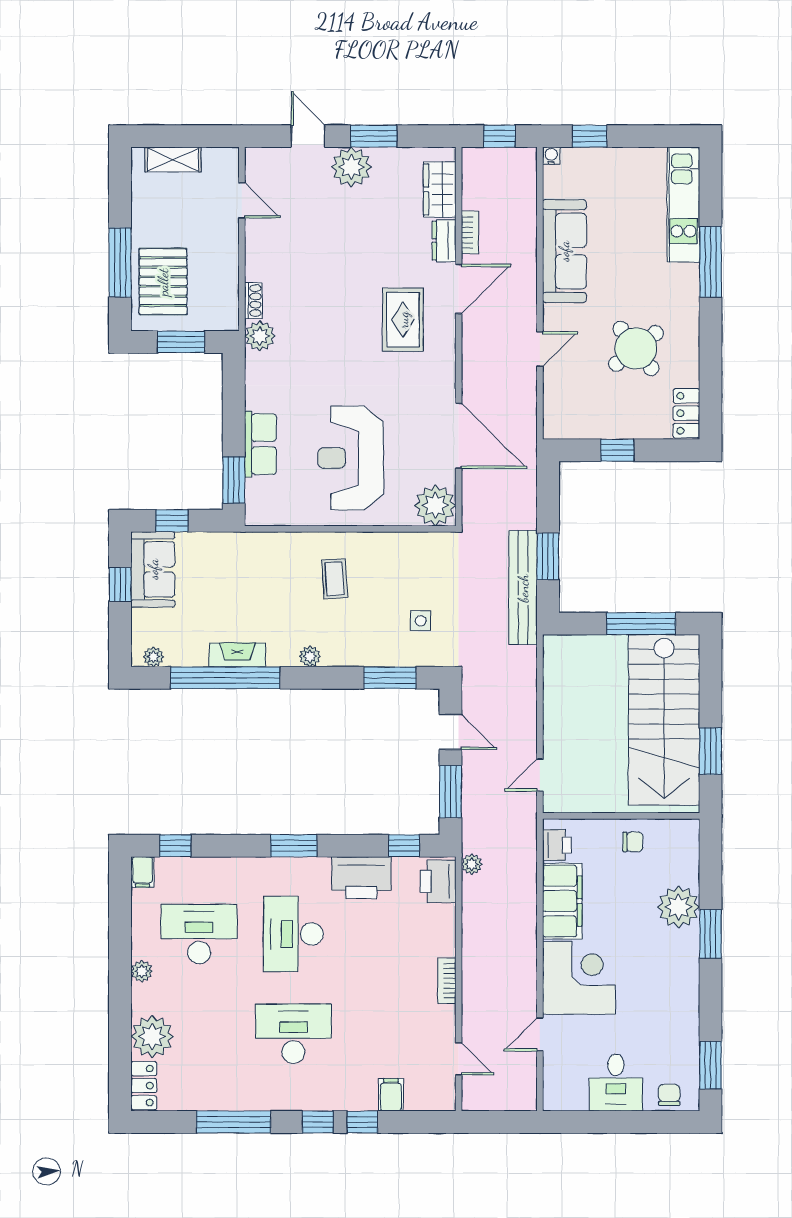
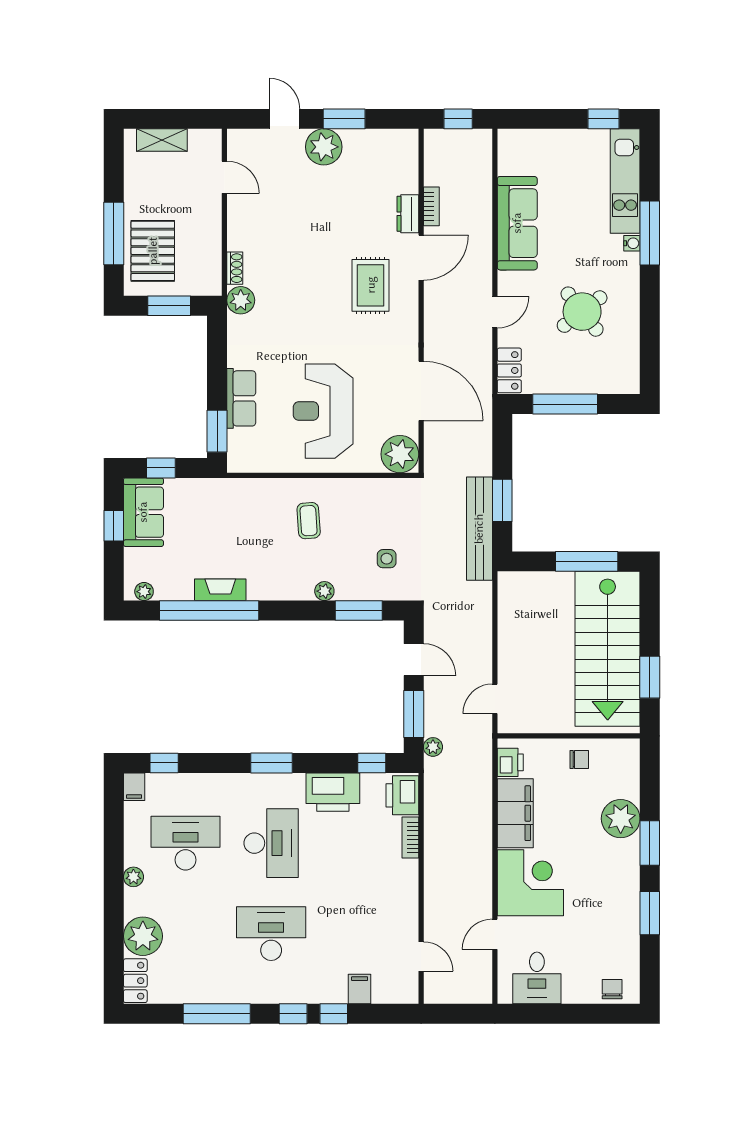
window: (590, 136) -> (603, 119), moved
water cooler: (551, 156) -> (632, 243), moved, turned 90
wardrobe: (440, 189) -> (404, 167), removed
locker: (686, 413) -> (509, 370), moved, turned 180
window: (617, 450) -> (565, 404), width x2.17
plant: (310, 656) -> (324, 591), moved
plant: (472, 864) -> (433, 747), moved
desk: (293, 934) -> (271, 843), turned 180
bookcase: (447, 981) -> (410, 838), moved
window: (710, 1065) -> (650, 913), moved
desk: (616, 1083) -> (537, 978), moved

